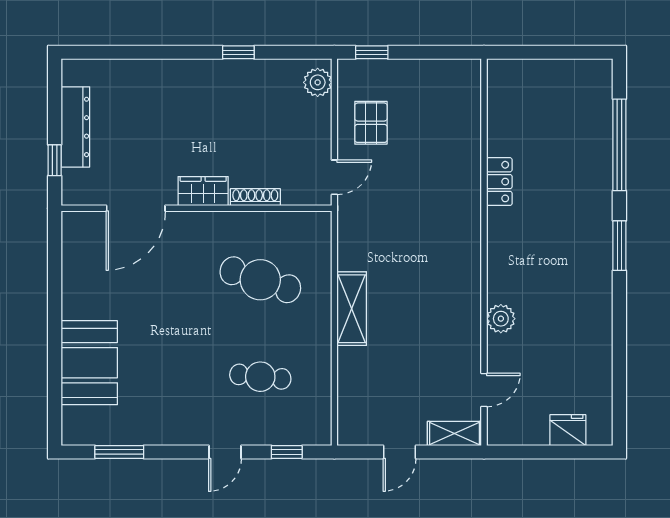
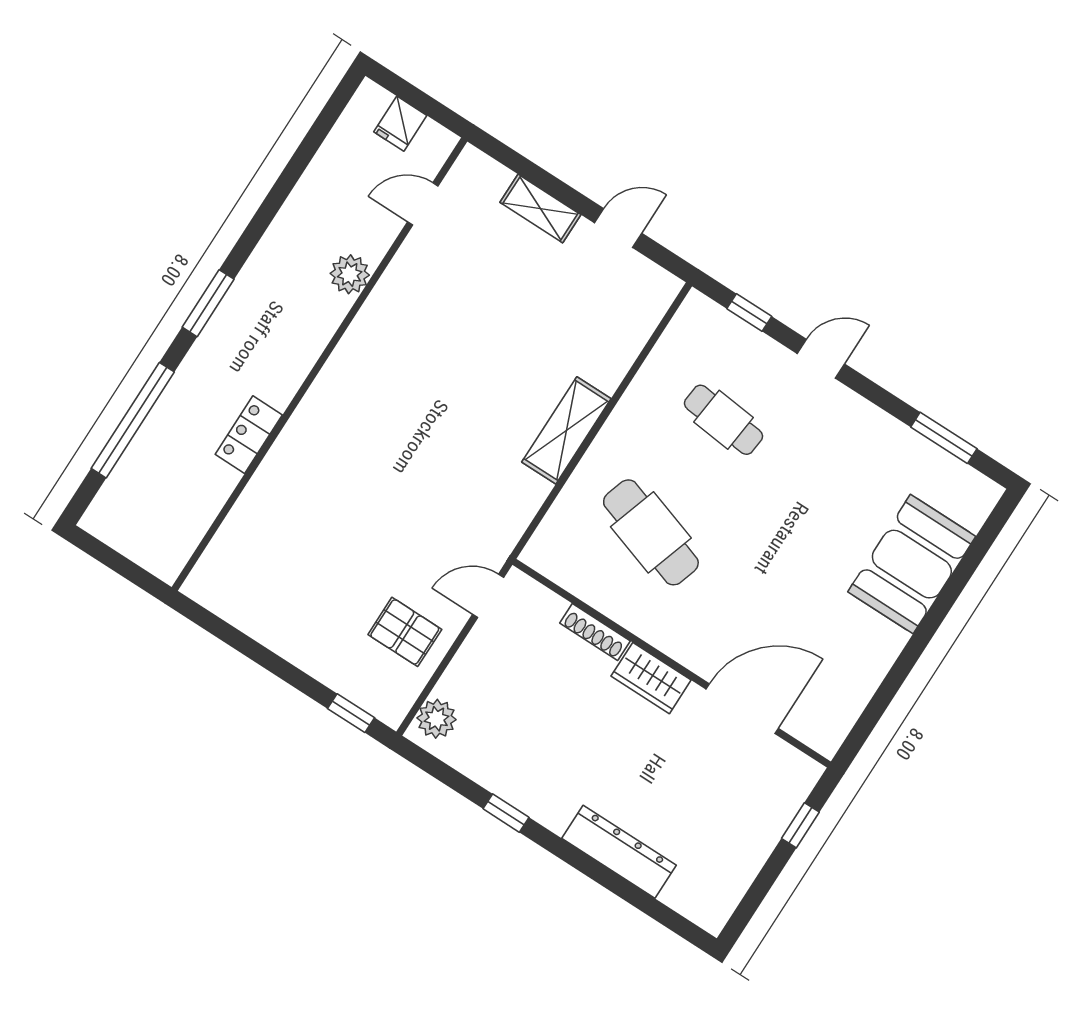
pallet: (371, 123) -> (405, 632), turned 90
dresser: (75, 127) -> (619, 852), moved, turned 90
locker: (499, 182) -> (249, 435), moved
wall: (484, 252) -> (319, 364), moved
plant: (501, 319) -> (350, 274), moved
door: (484, 390) -> (423, 204), moved
fridge: (568, 430) -> (400, 124), width x0.72

